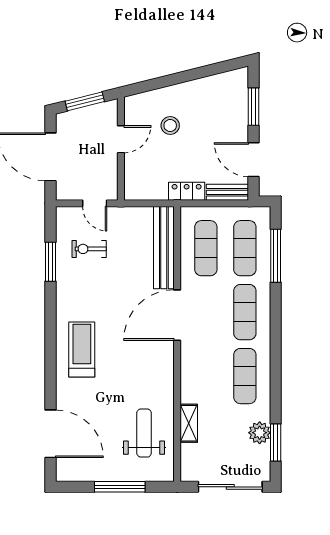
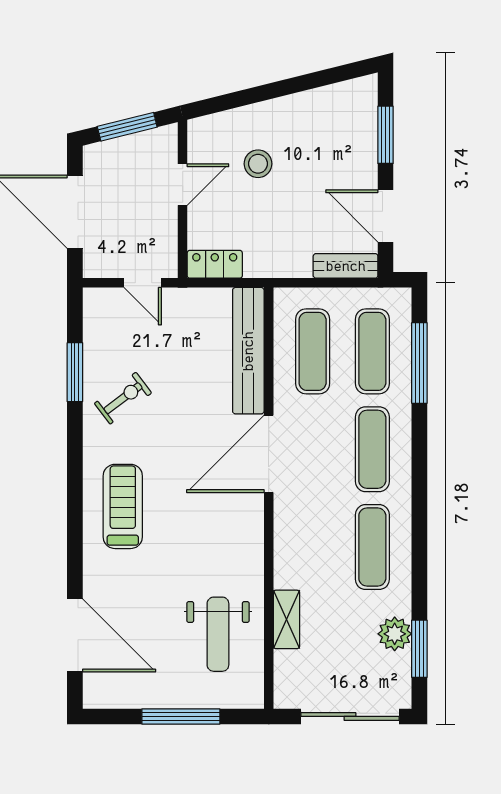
locker: (187, 191) -> (215, 264), moved
exercise bike: (89, 249) -> (123, 398), moved, turned 143
weight bench: (144, 433) -> (218, 634), turned 180

